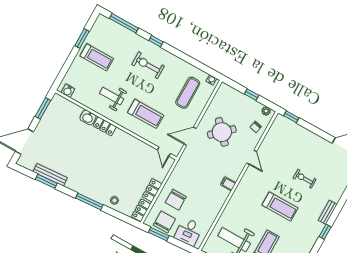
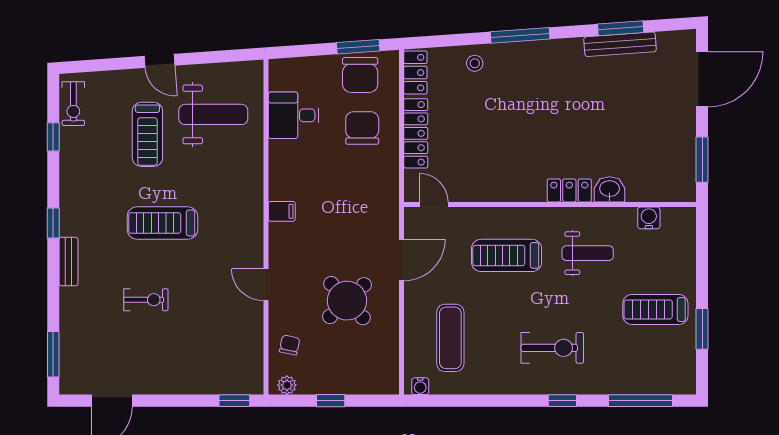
water cooler: (68, 91) -> (649, 218), moved
locker: (152, 190) -> (416, 133), width x1.53
desk: (189, 232) -> (294, 115), moved, turned -86

